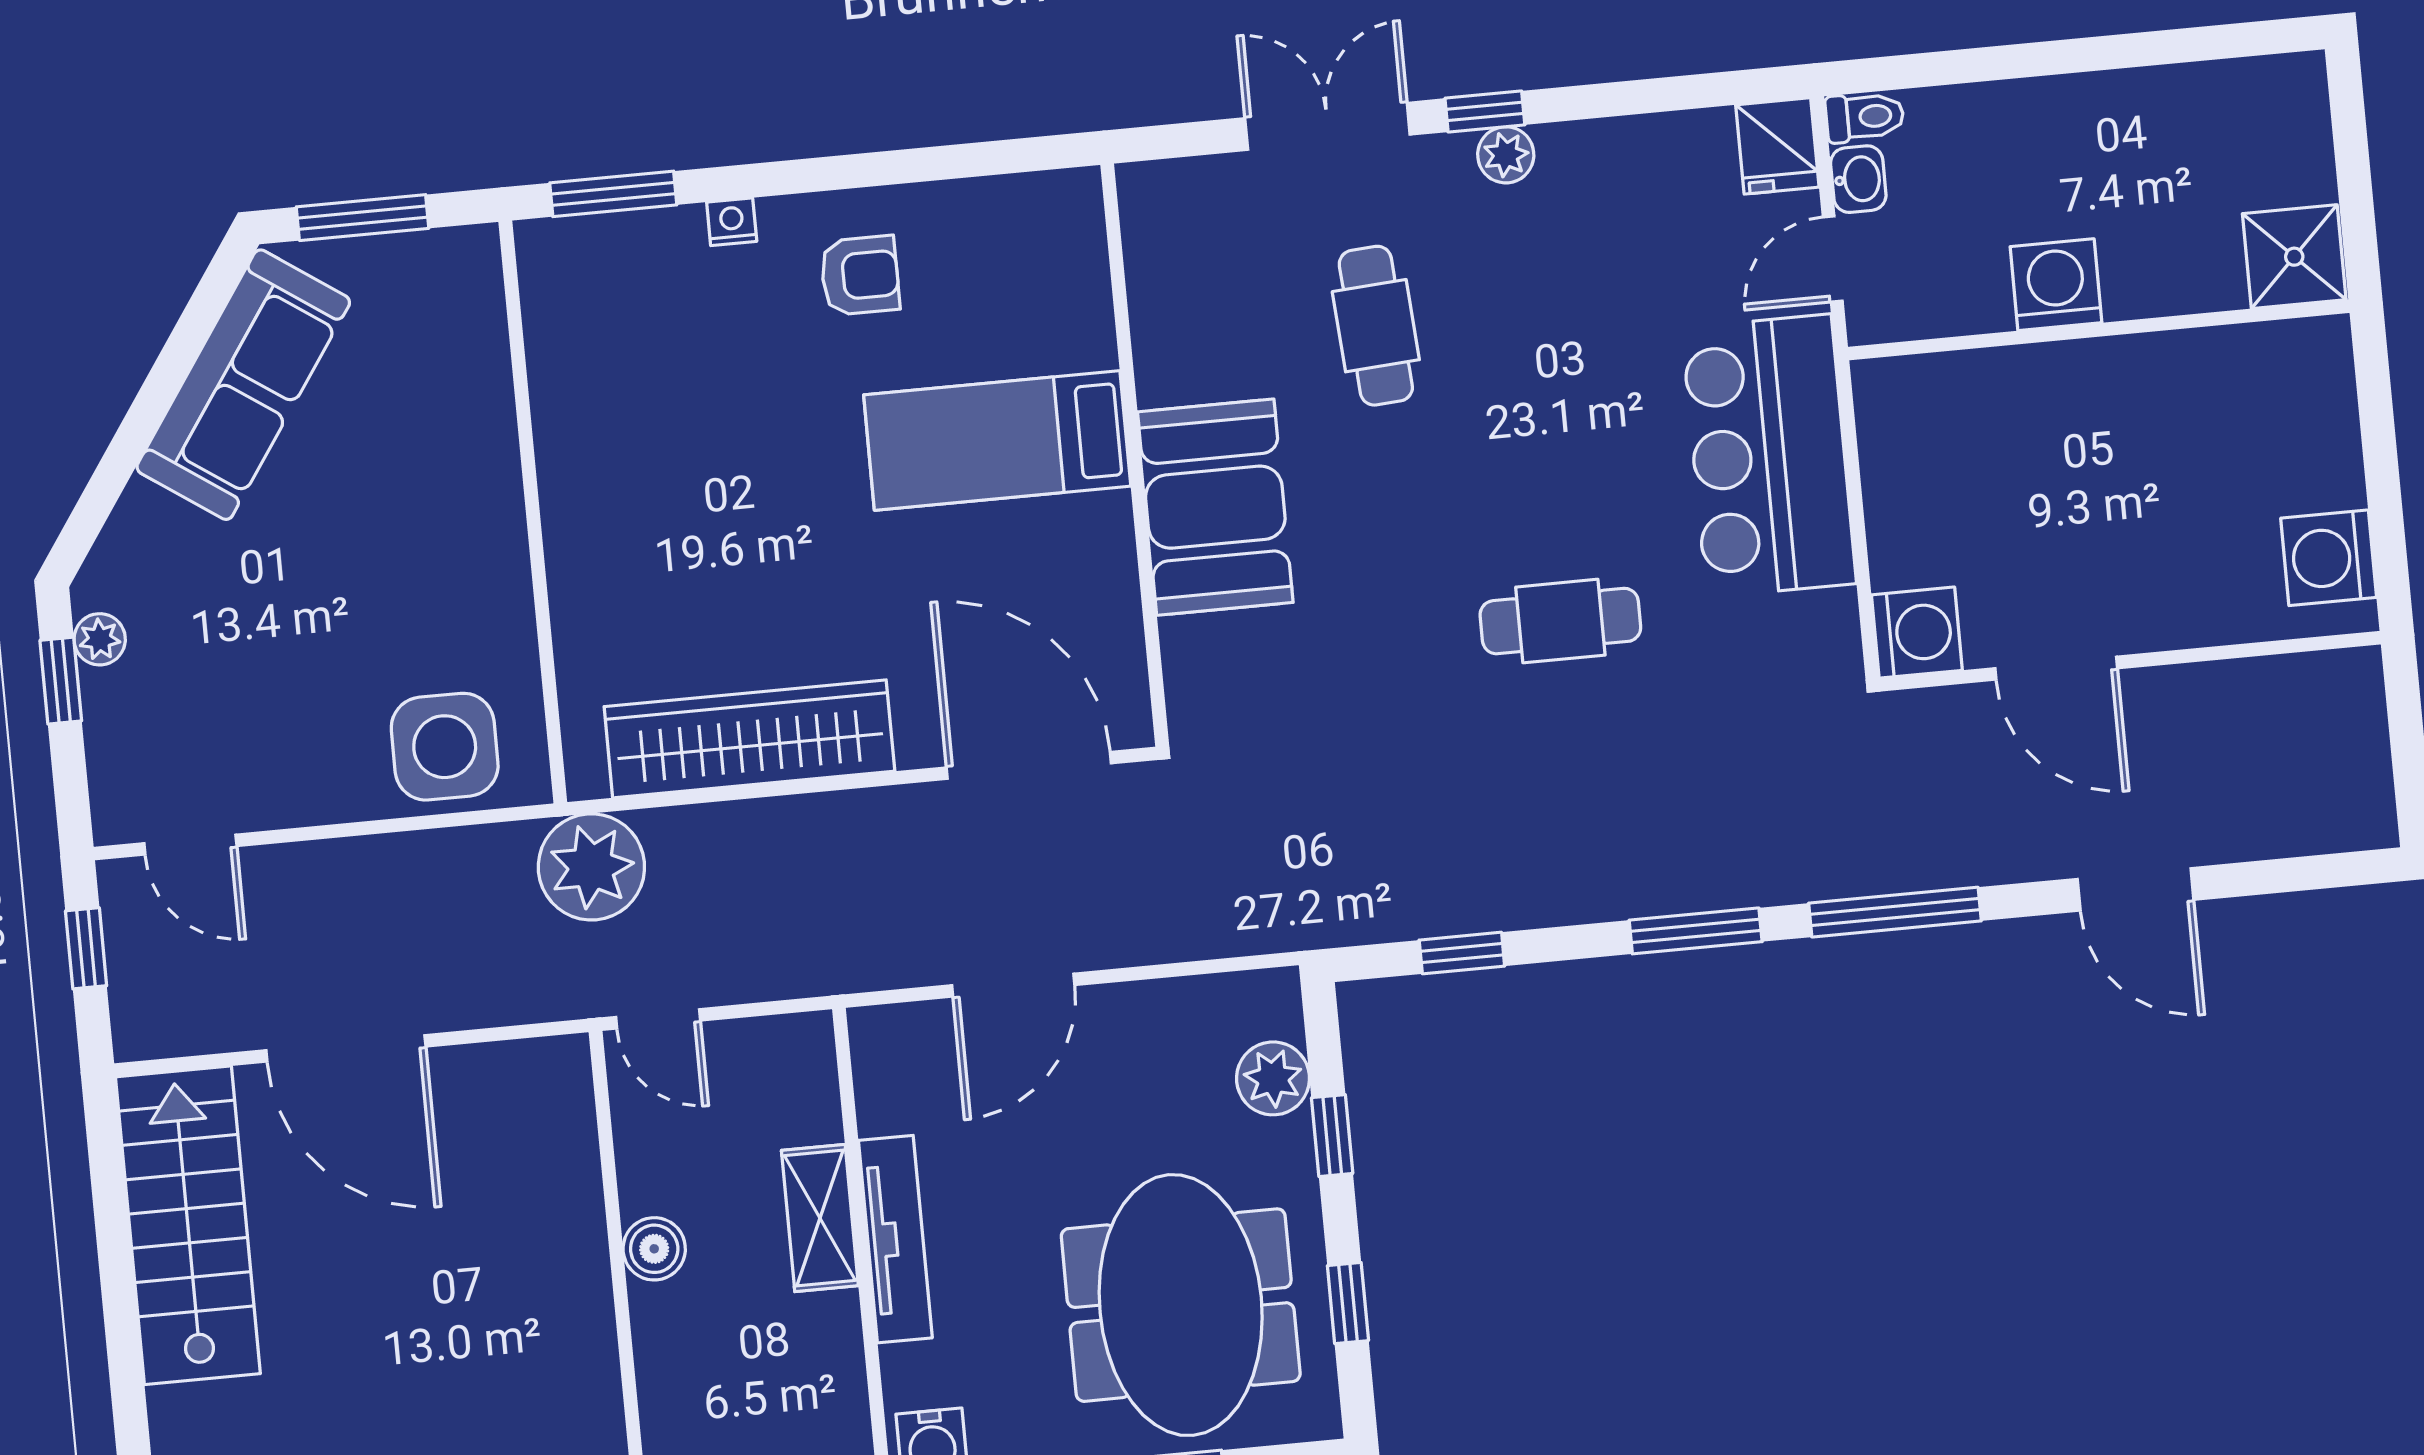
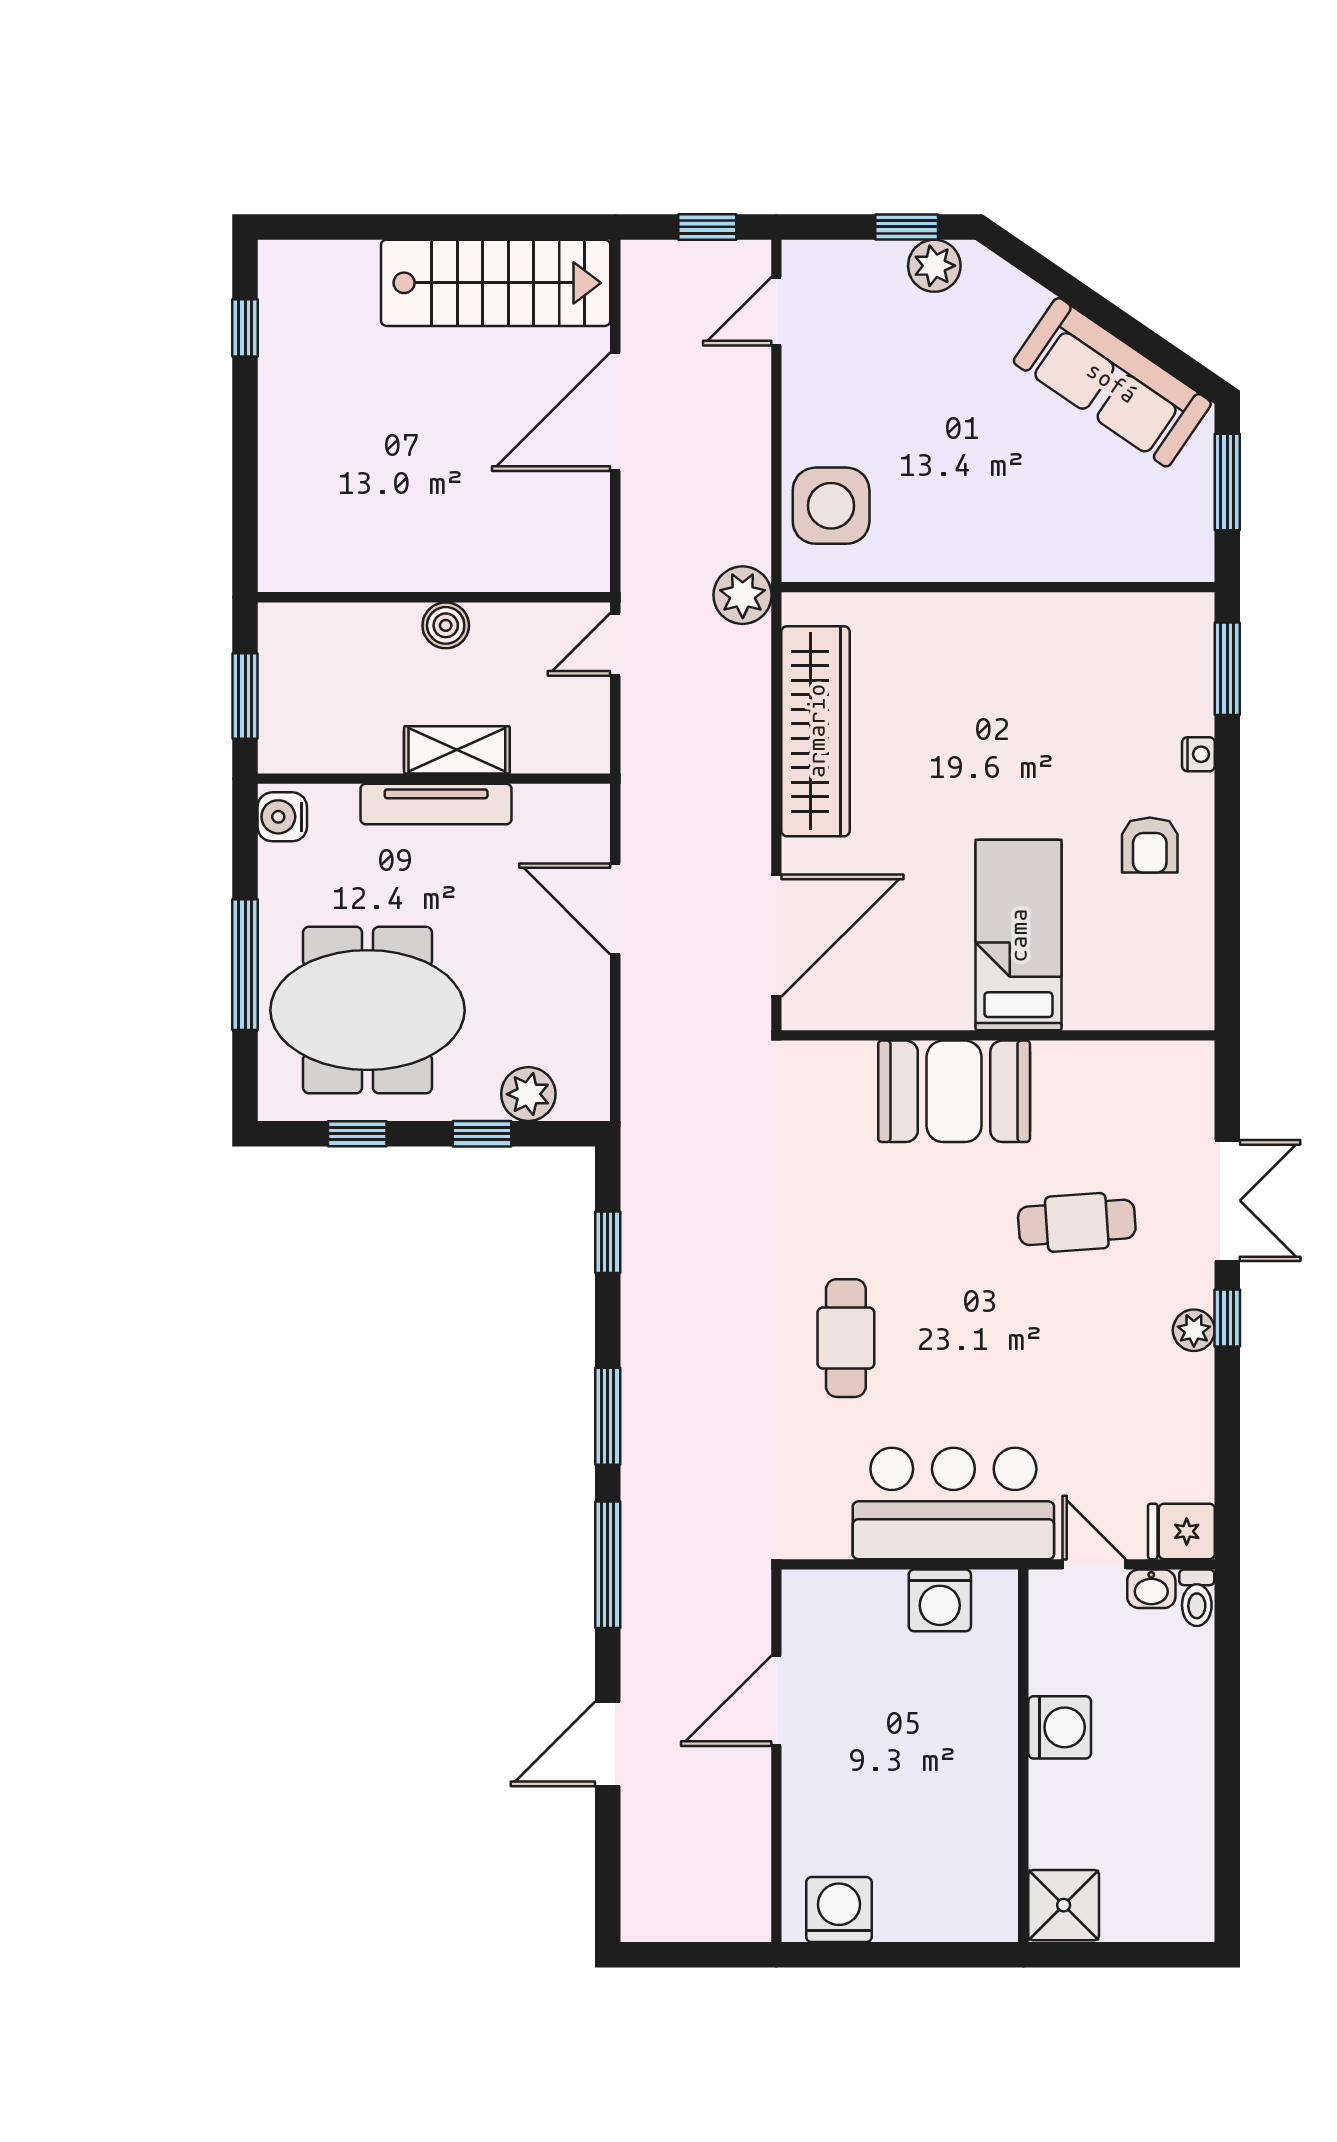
washing machine: (1917, 633) -> (940, 1600), moved
plant: (100, 639) -> (934, 266), width x1.38, depth x1.38
plant: (591, 867) -> (743, 595), width x0.73, depth x0.73

